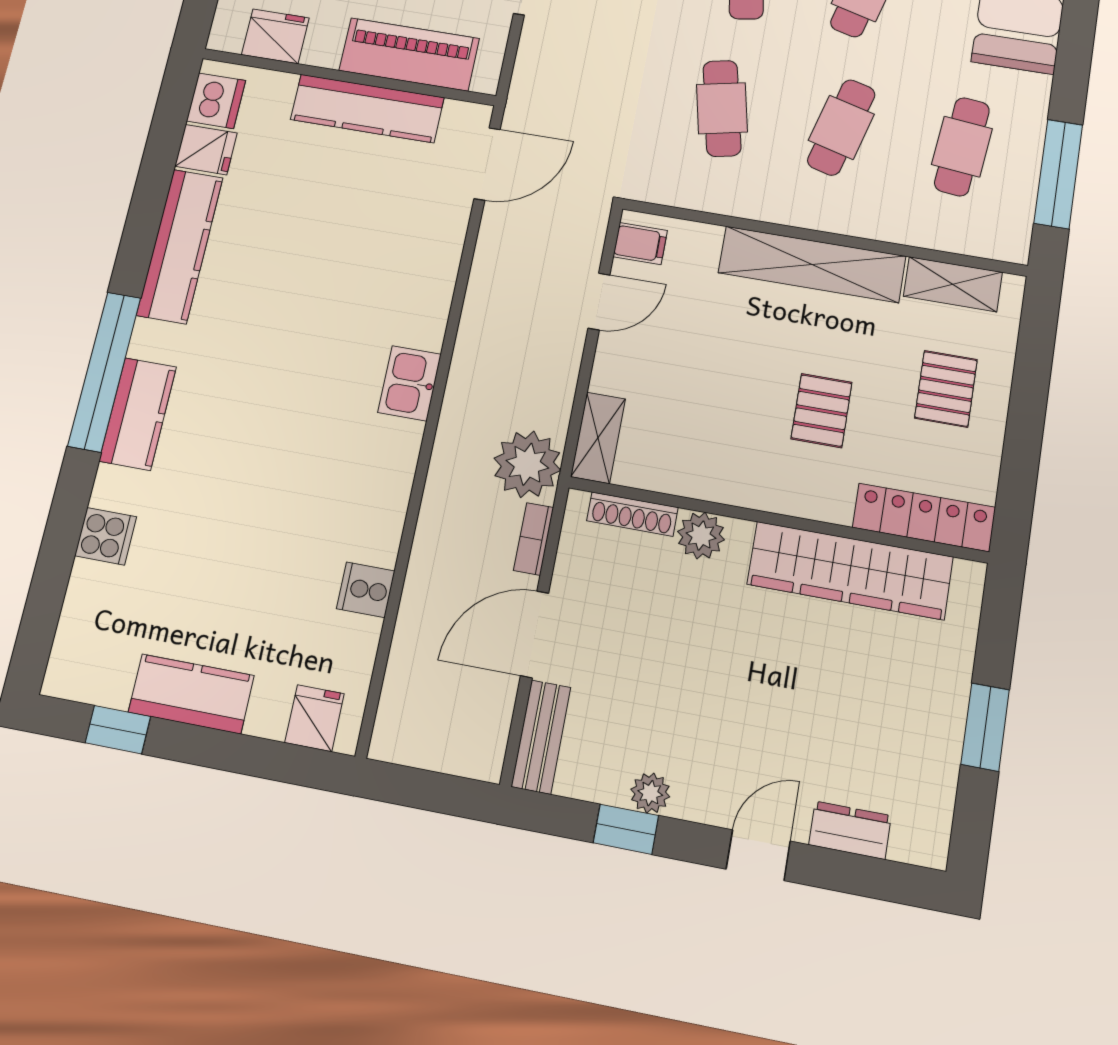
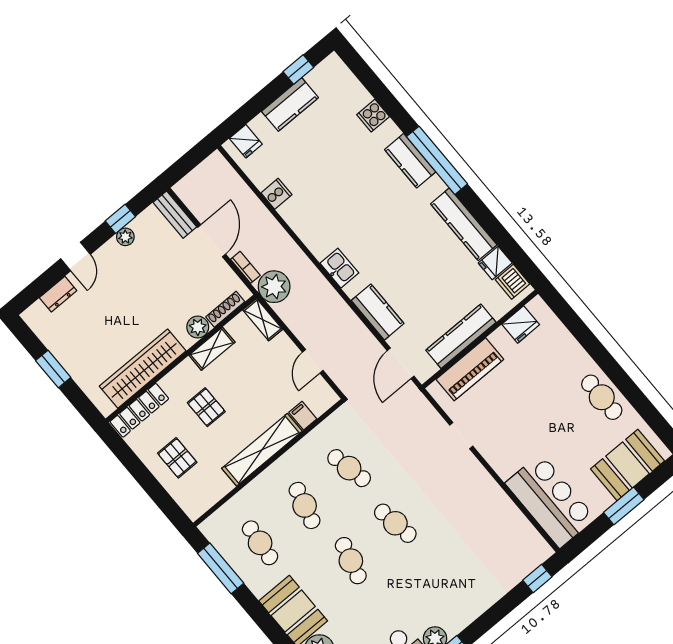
filing cabinet: (640, 244) -> (303, 416), moved, turned 90
kitchen counter: (433, 265) -> (378, 312), added
shelving: (953, 284) -> (212, 349), moved

